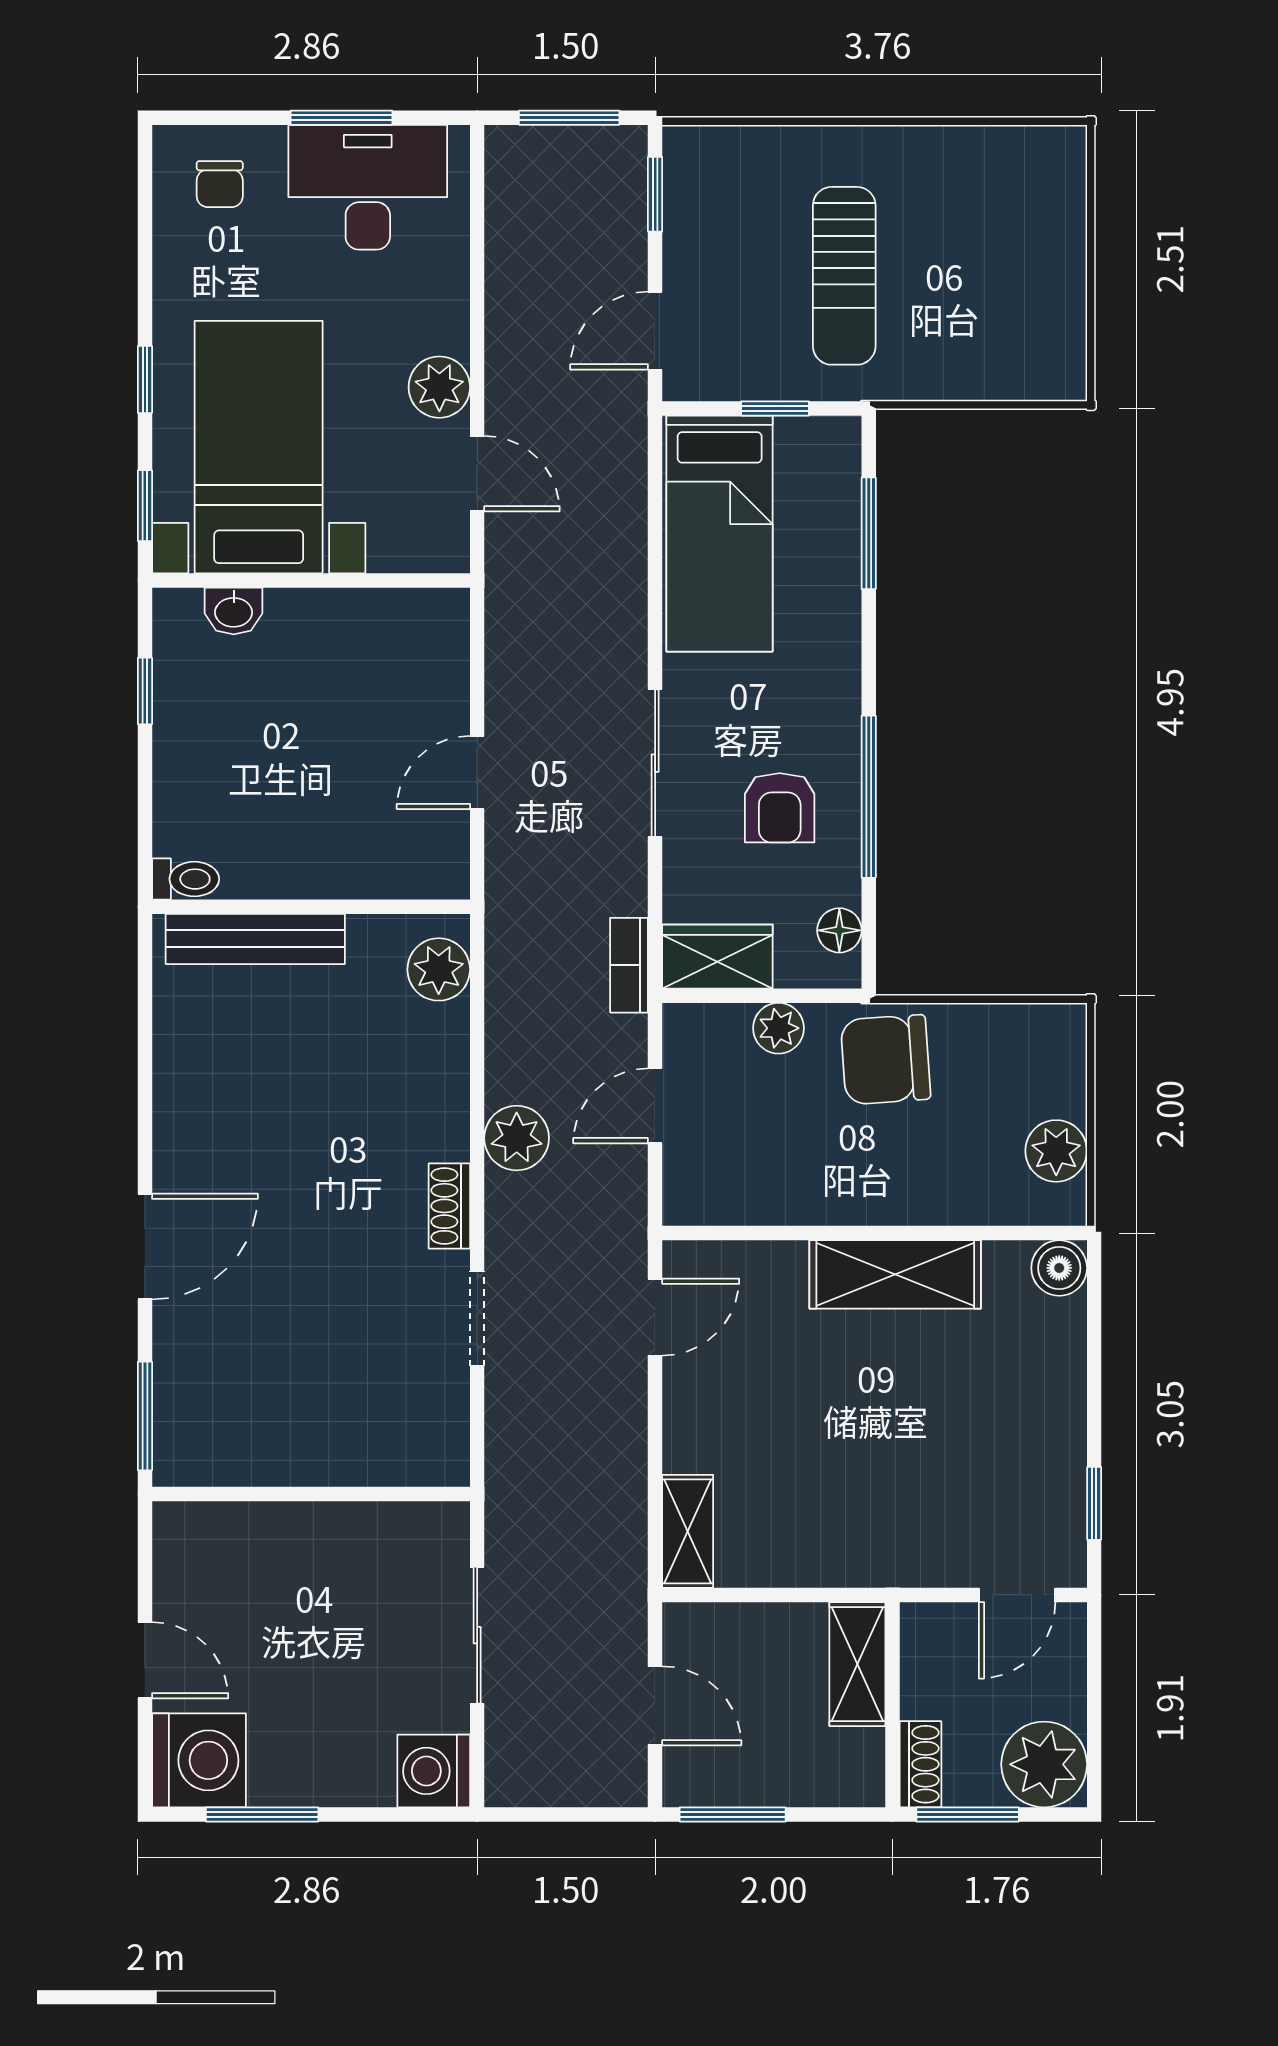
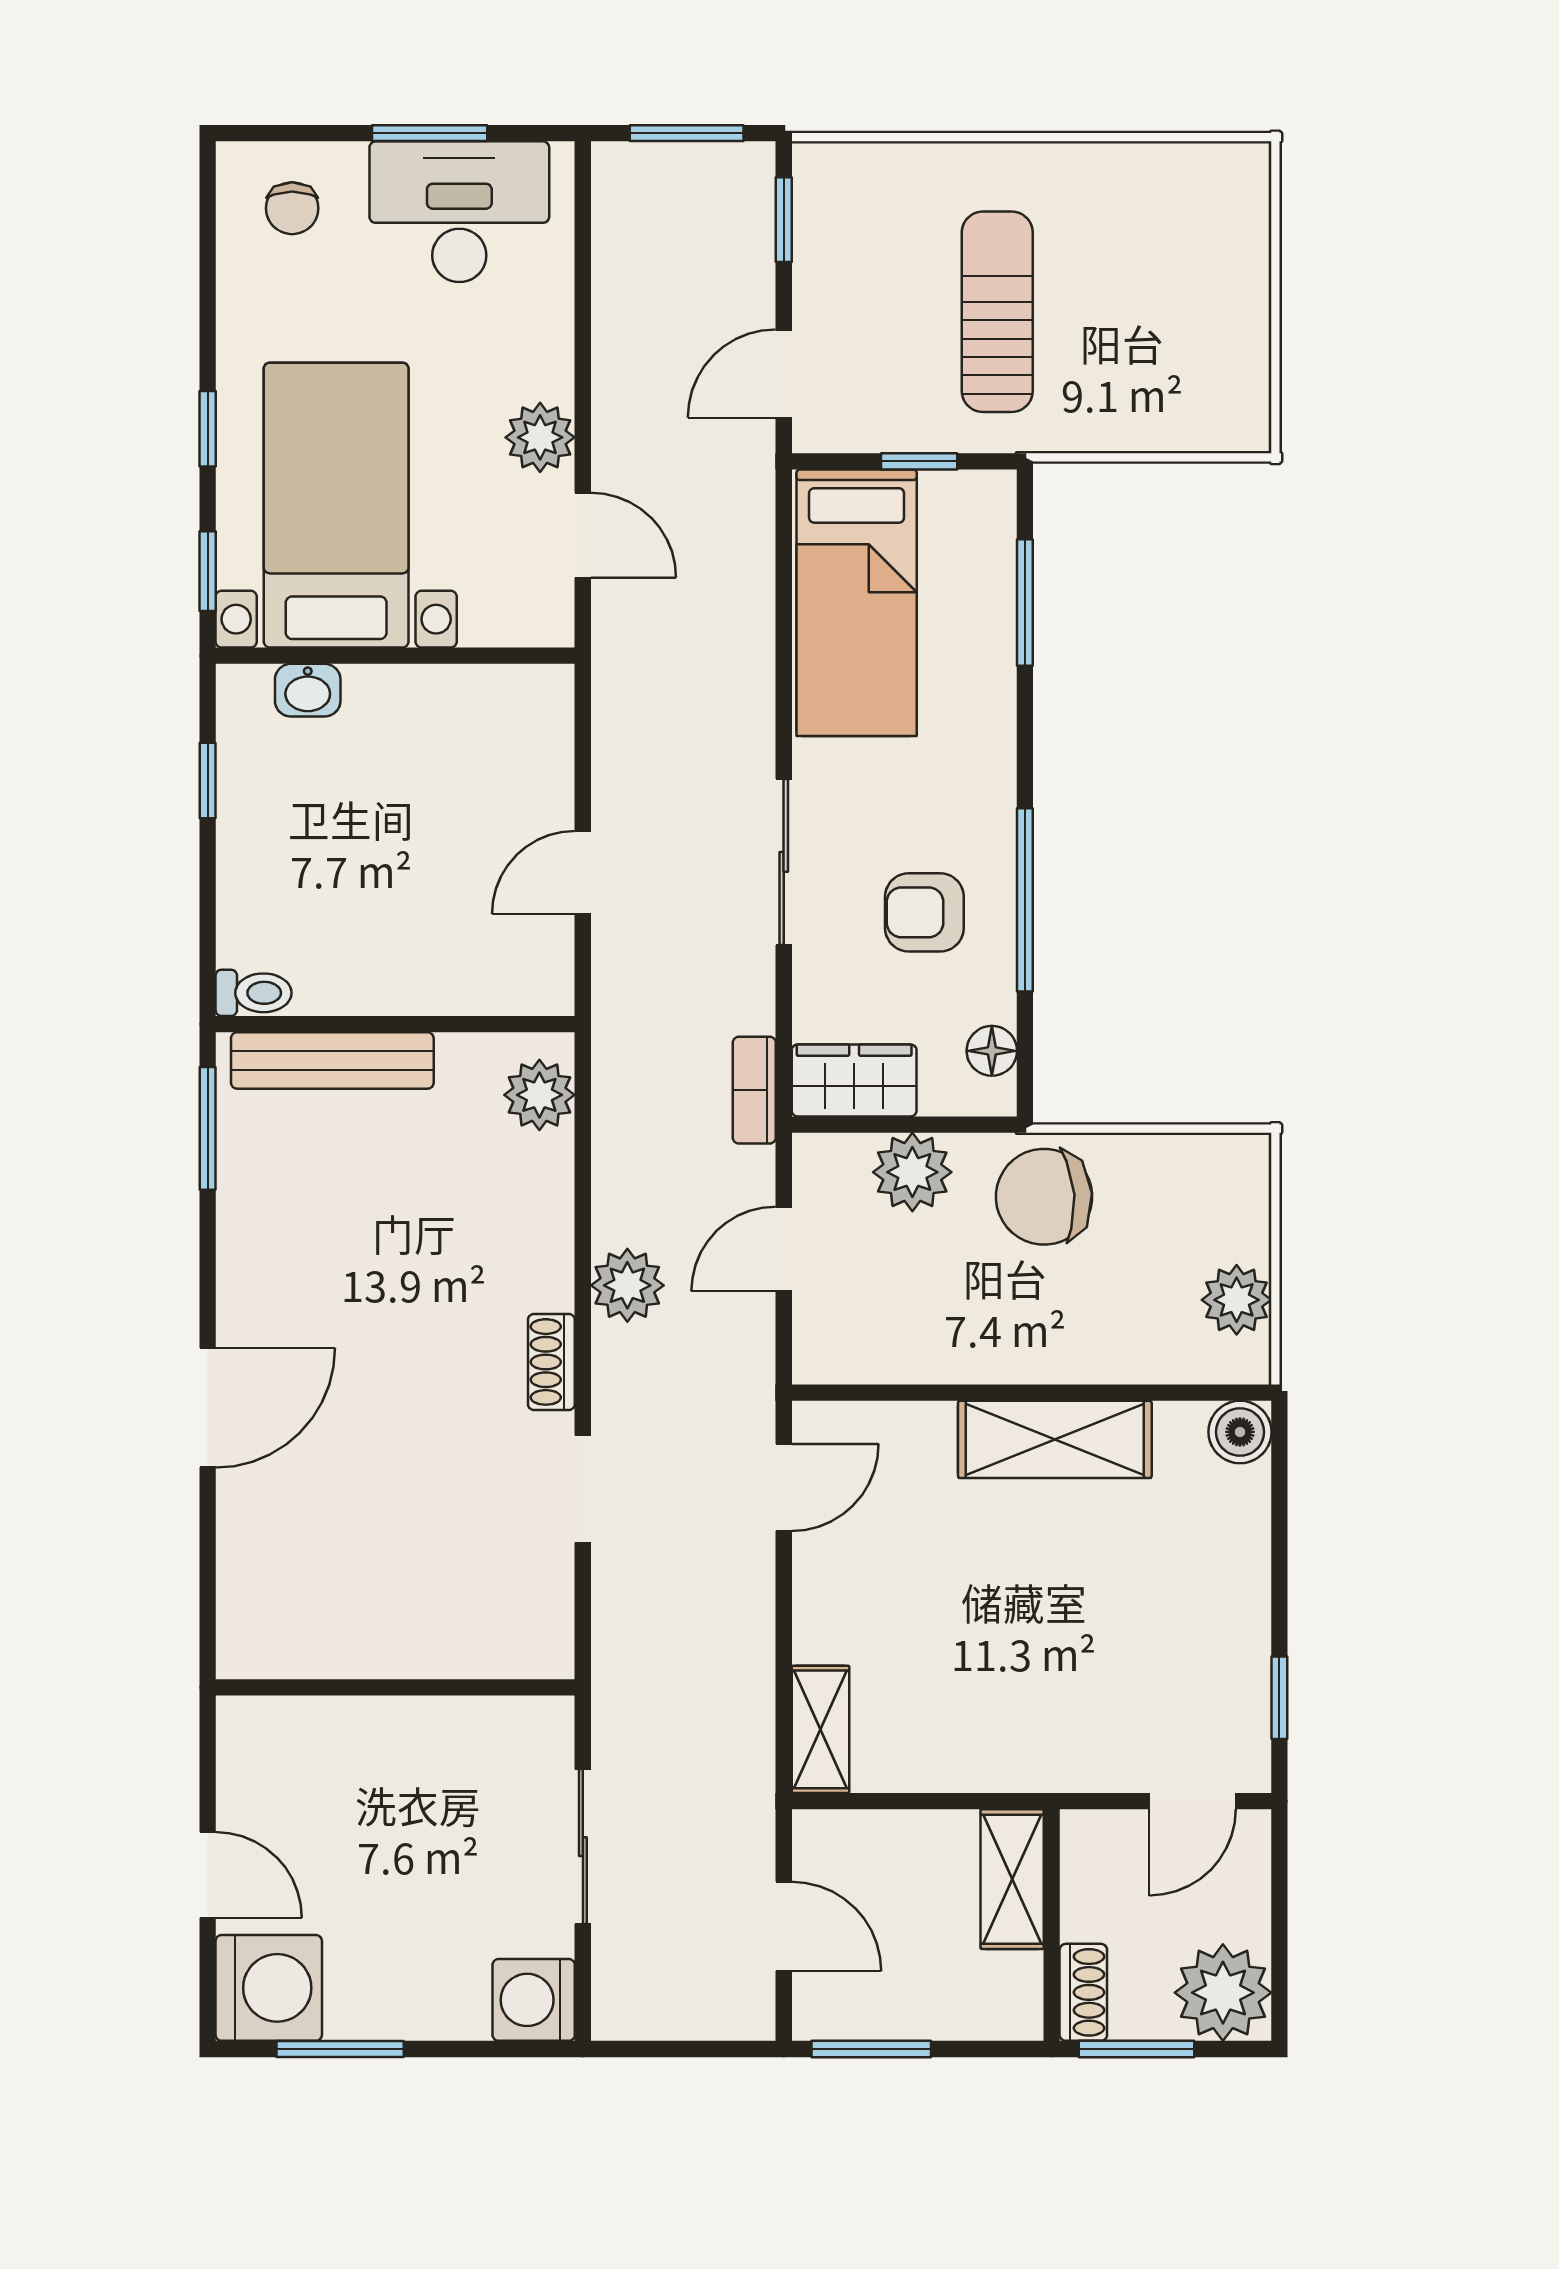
sun lounger: (844, 276) -> (997, 312), turned 180
armchair: (780, 808) -> (924, 912), turned 90
plant: (779, 1028) -> (912, 1172), width x1.38, depth x1.38
window: (145, 1416) -> (208, 1128), moved

